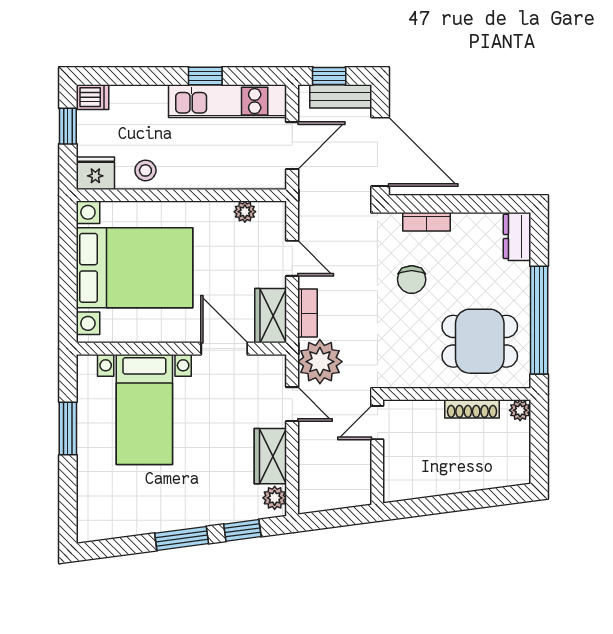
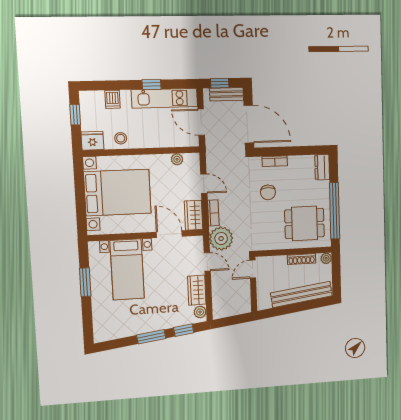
dishwasher: (92, 97) -> (112, 99), moved, turned 90
door: (292, 146) -> (201, 122), swing flipped
bench: (470, 477) -> (301, 294), added

